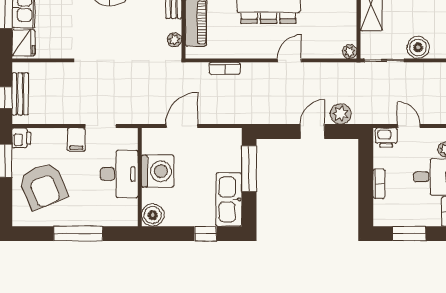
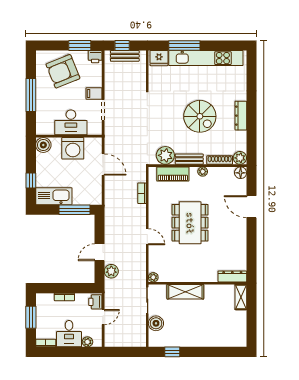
plant: (174, 40) -> (165, 155), width x1.87, depth x1.87
door: (312, 131) -> (99, 252), swing flipped

